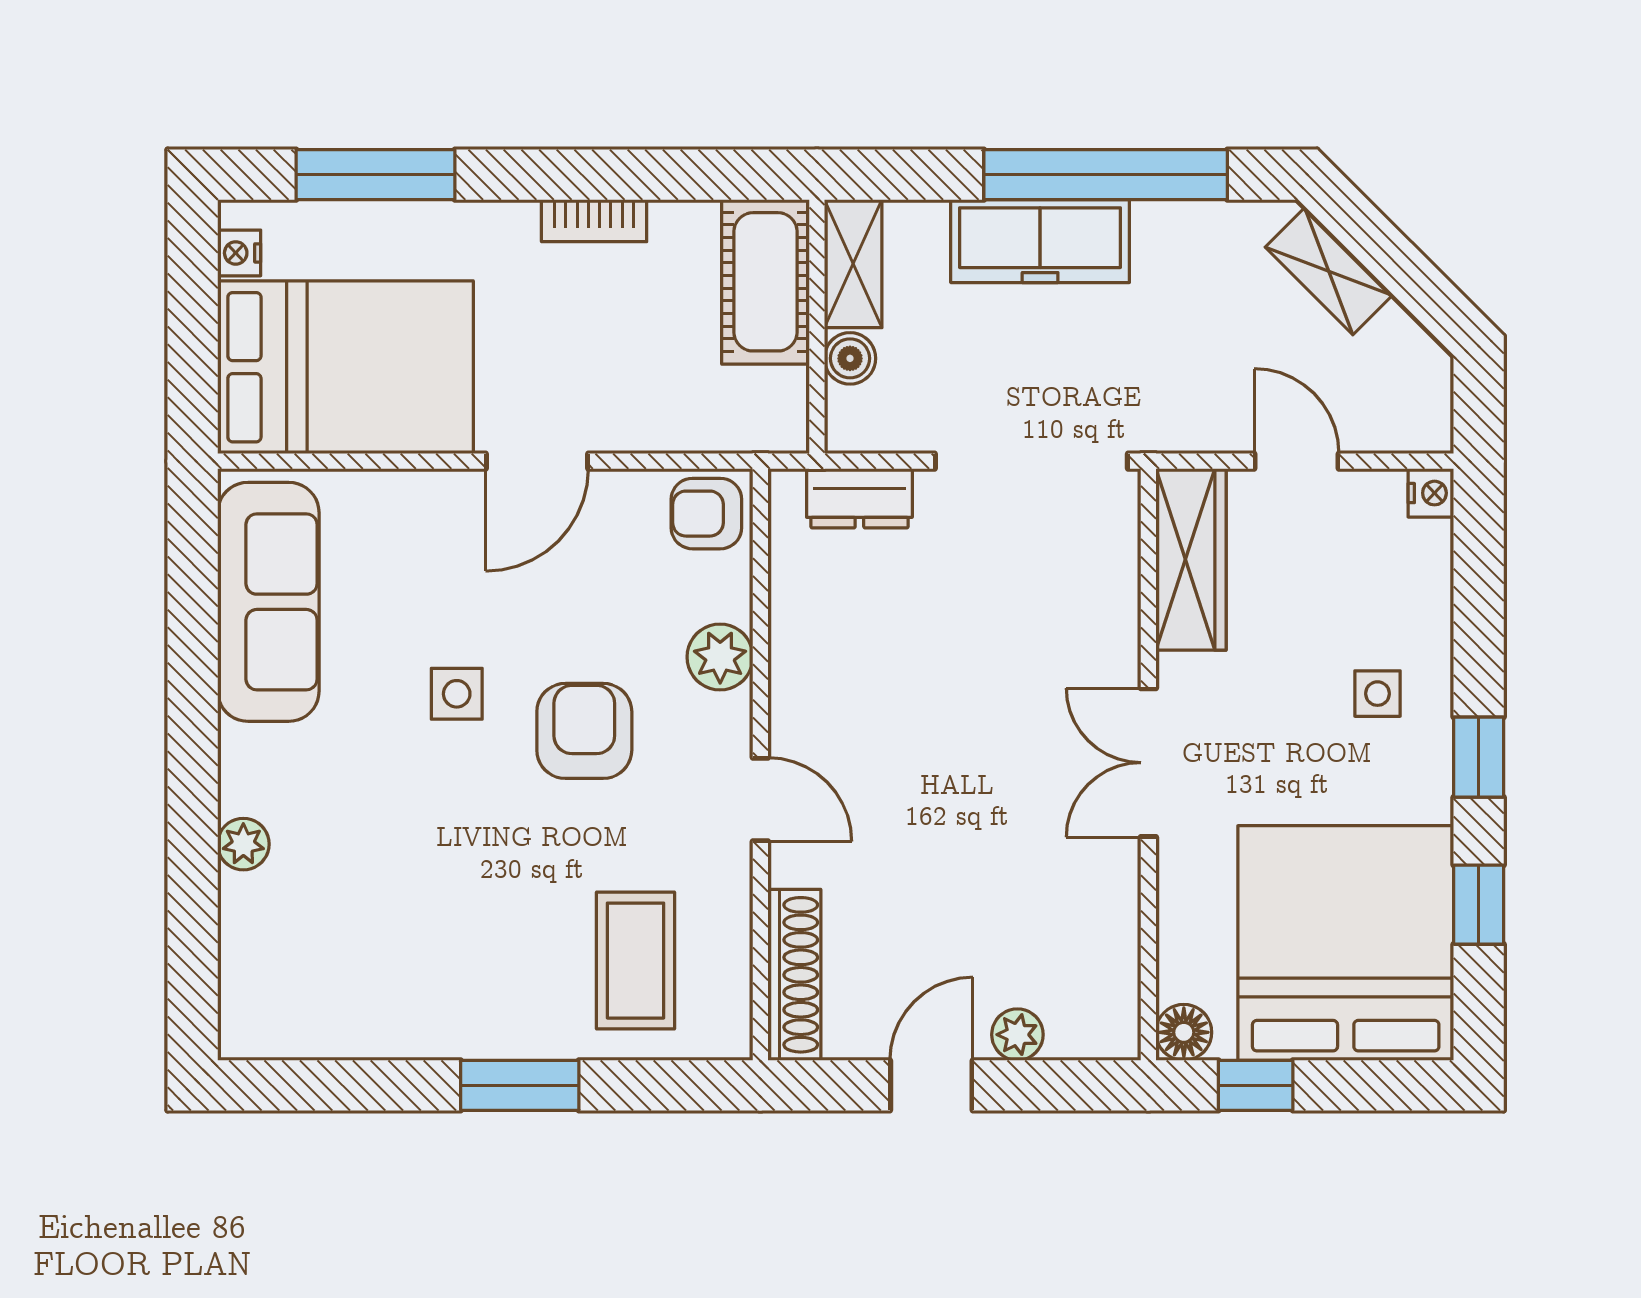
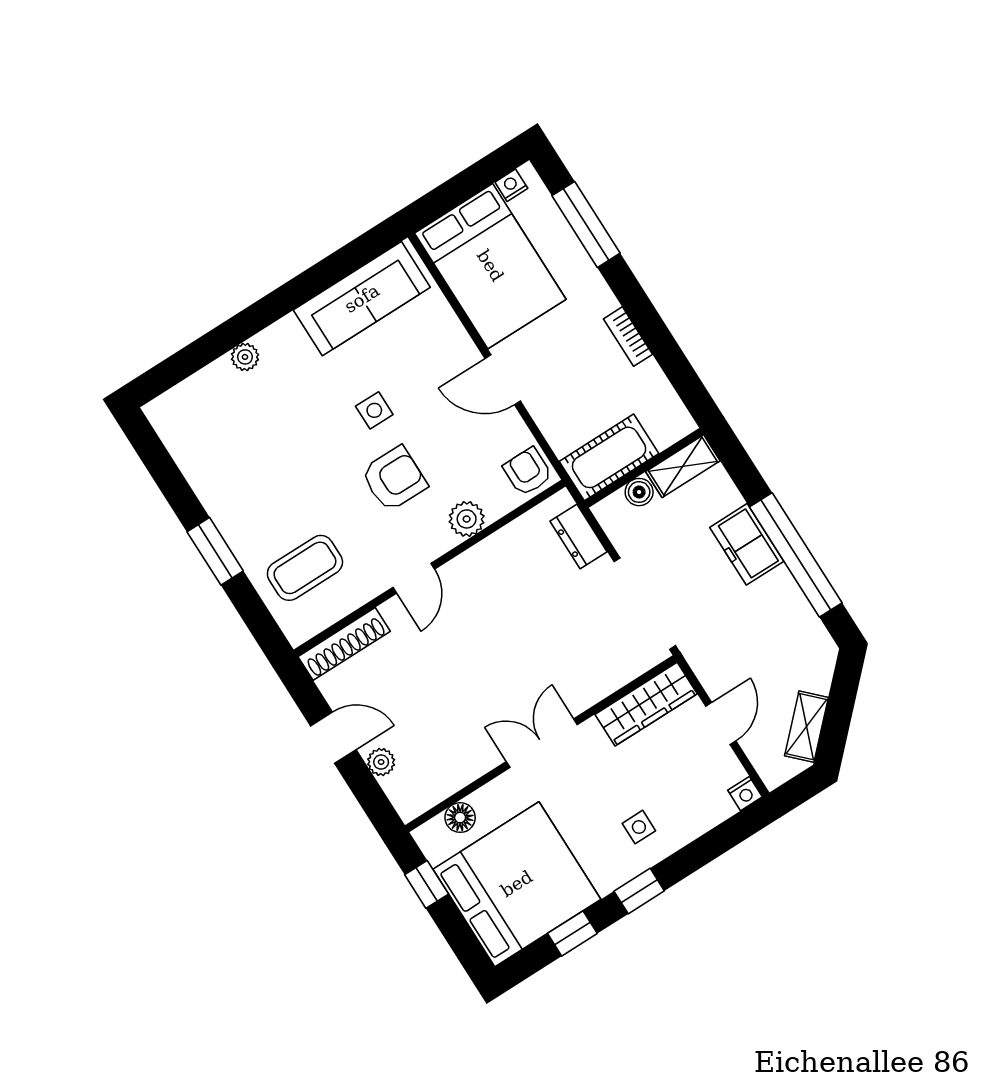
freezer: (1040, 241) -> (747, 544), width x0.71
shelving: (1329, 271) -> (806, 727), moved
cot: (766, 282) -> (609, 457), moved
floor lamp: (1184, 1032) -> (460, 818), moved

